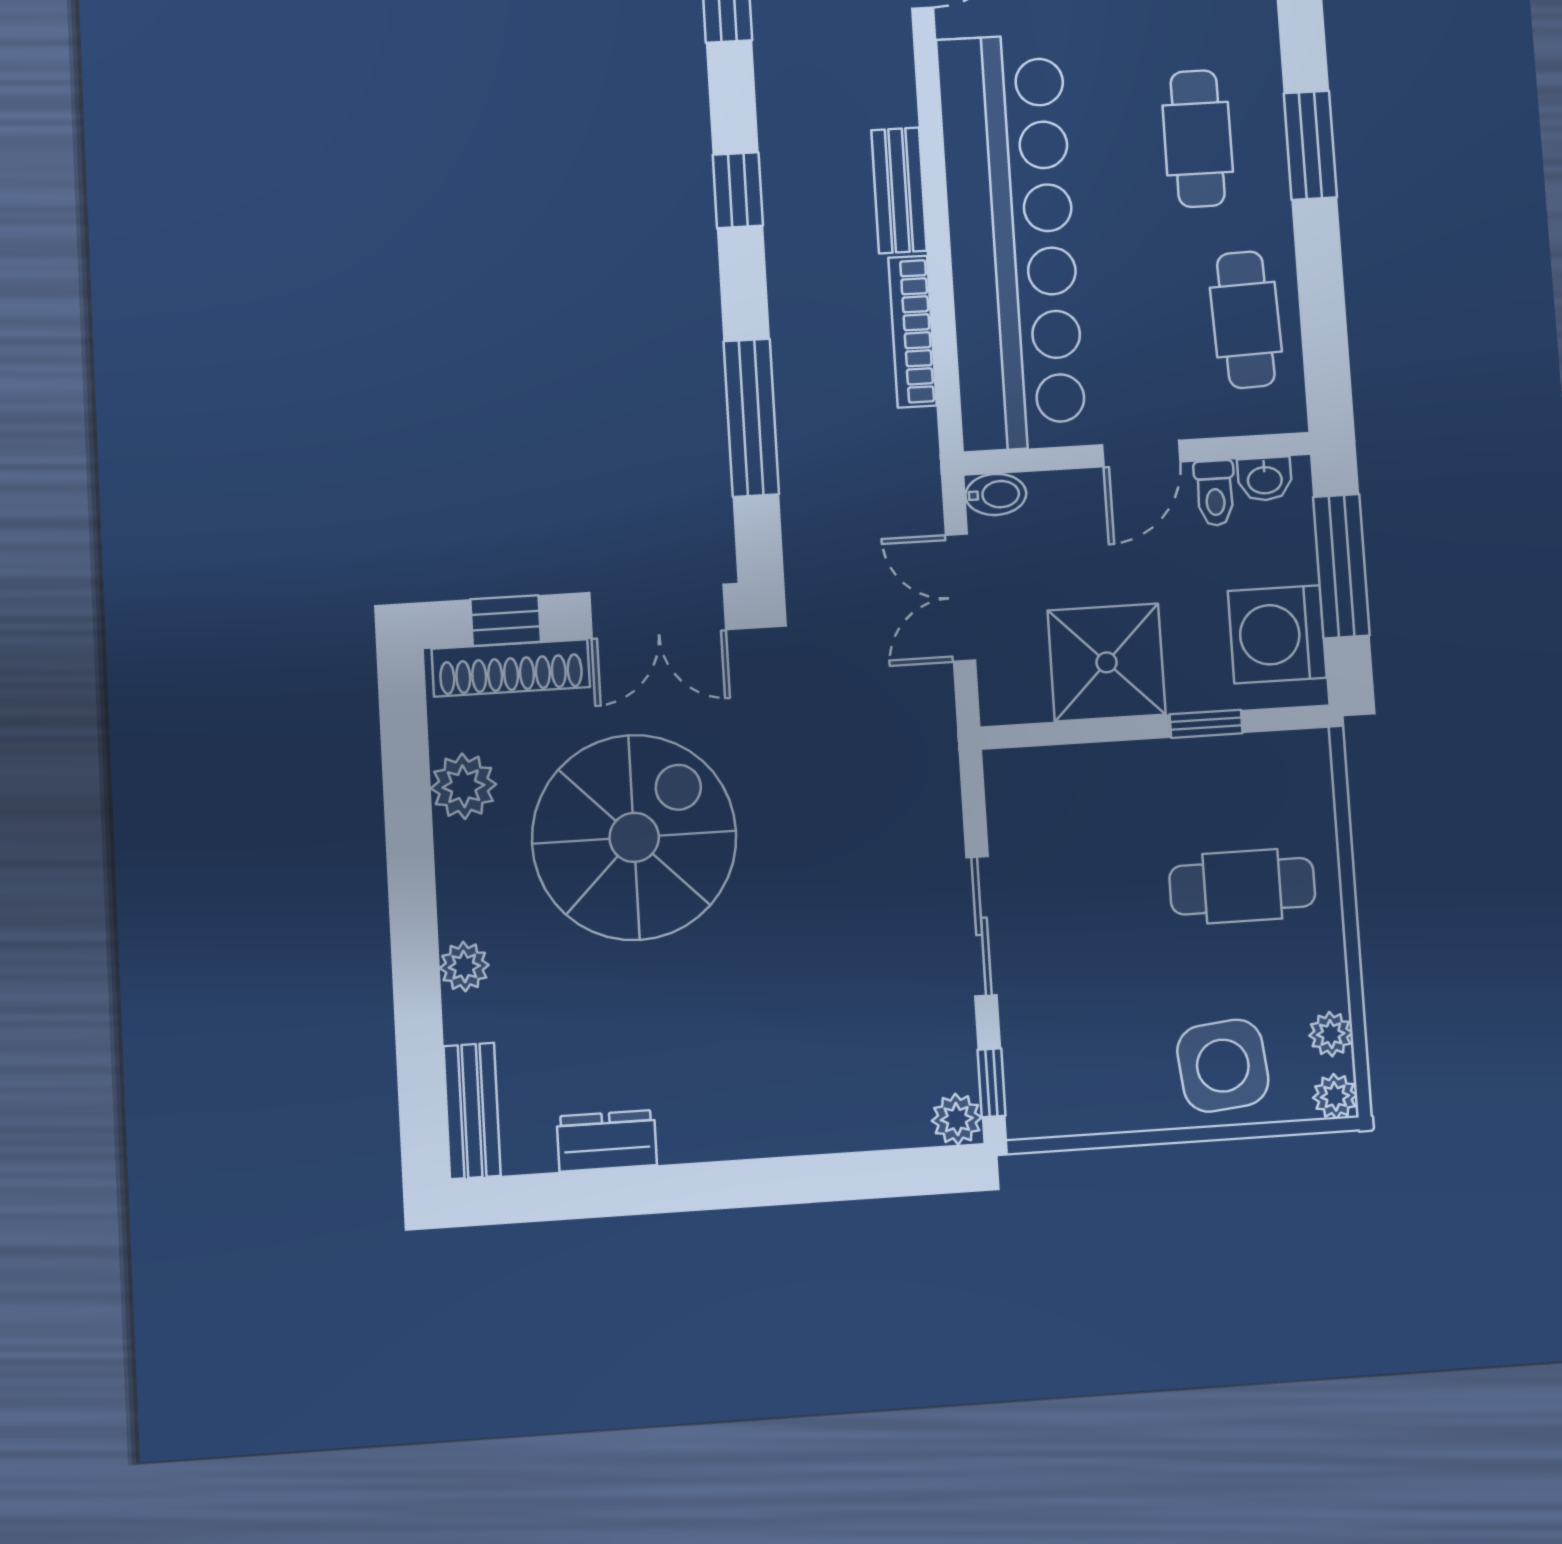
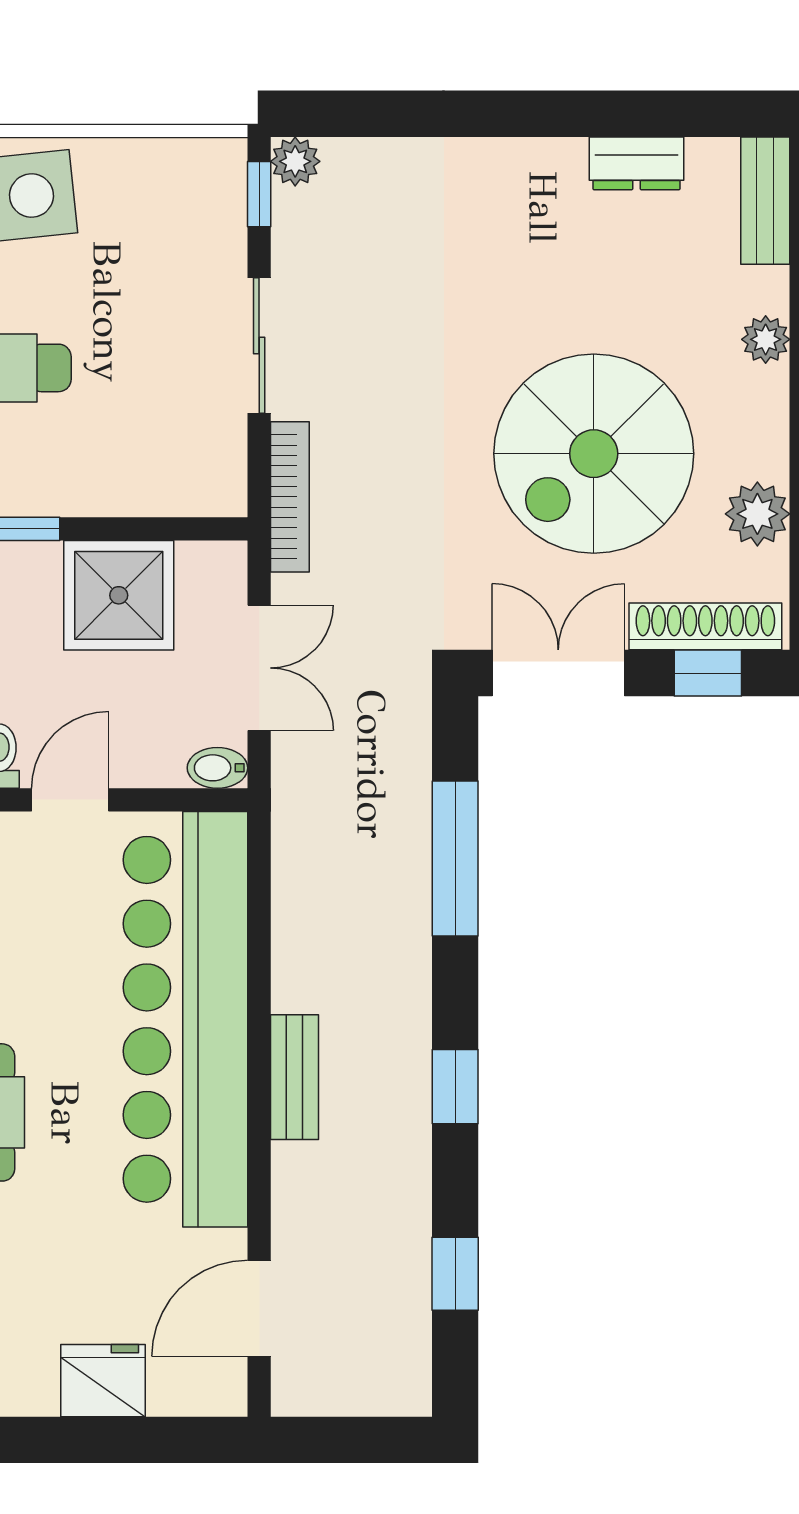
bookcase: (912, 332) -> (290, 497), moved

